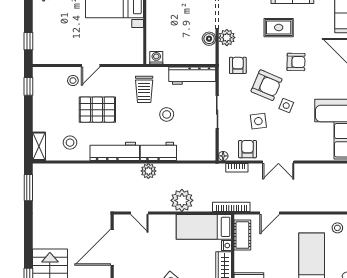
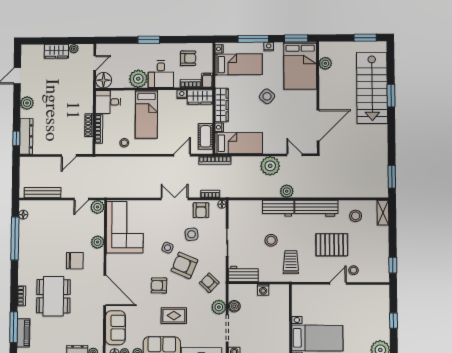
window: (28, 41) -> (393, 321), moved
washing machine: (156, 58) -> (263, 290), moved
armchair: (238, 65) -> (209, 283), turned 134
workbench: (192, 76) -> (243, 274), width x0.73
plant: (182, 200) -> (270, 166), moved

